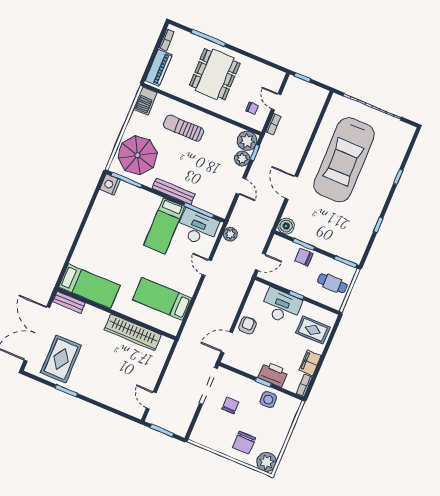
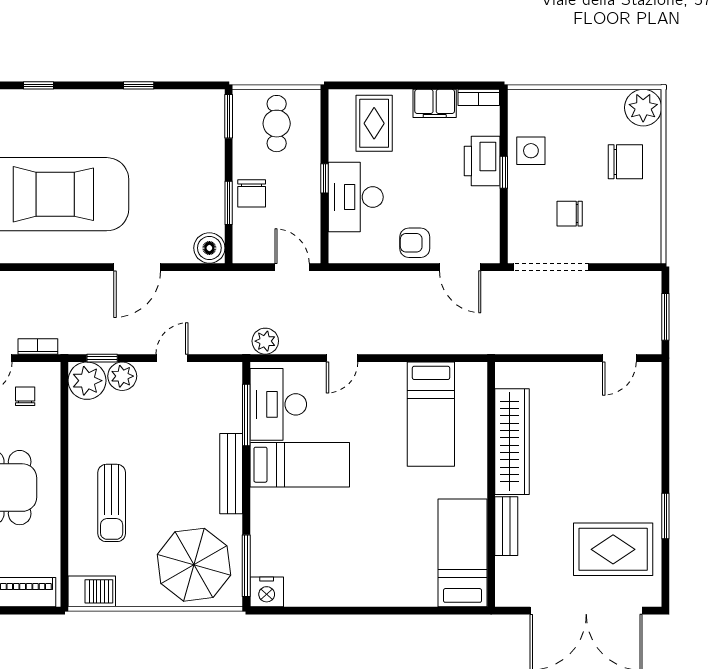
bench: (69, 302) -> (506, 526), moved

